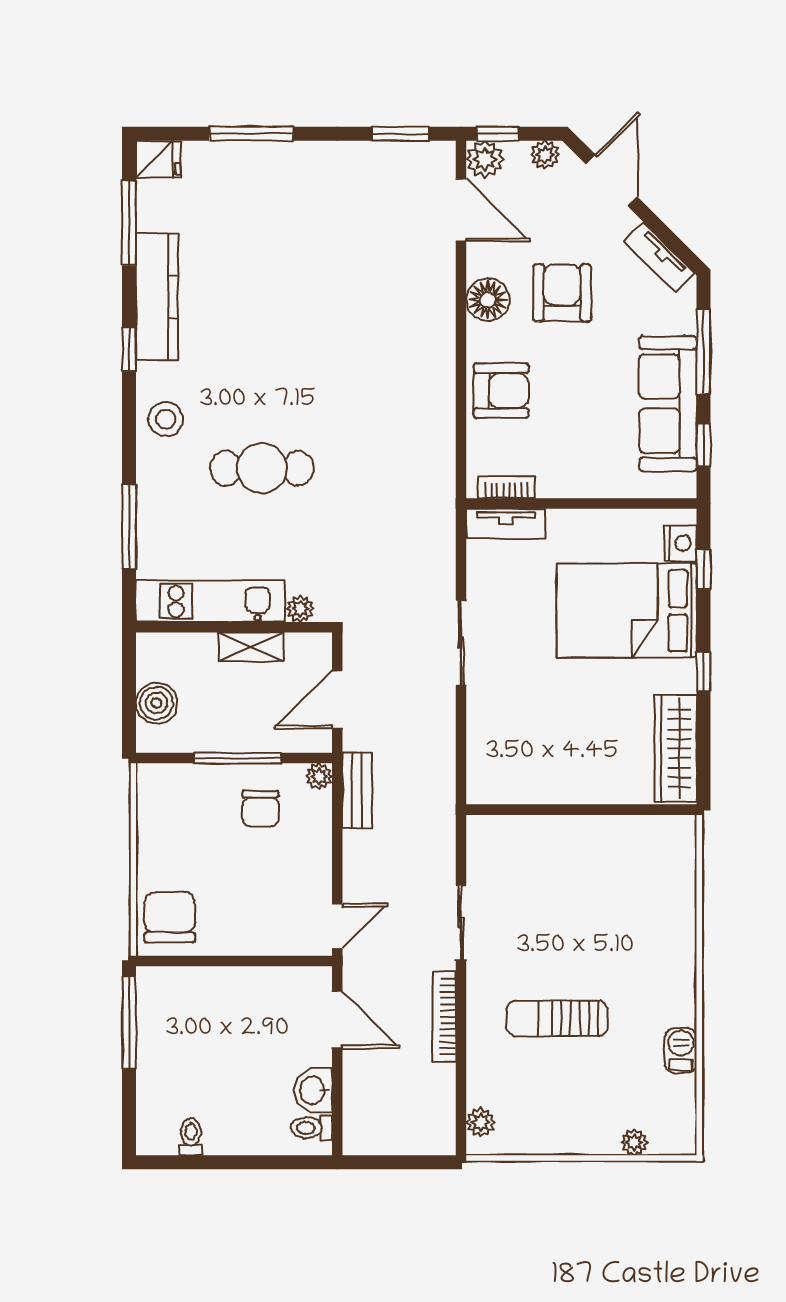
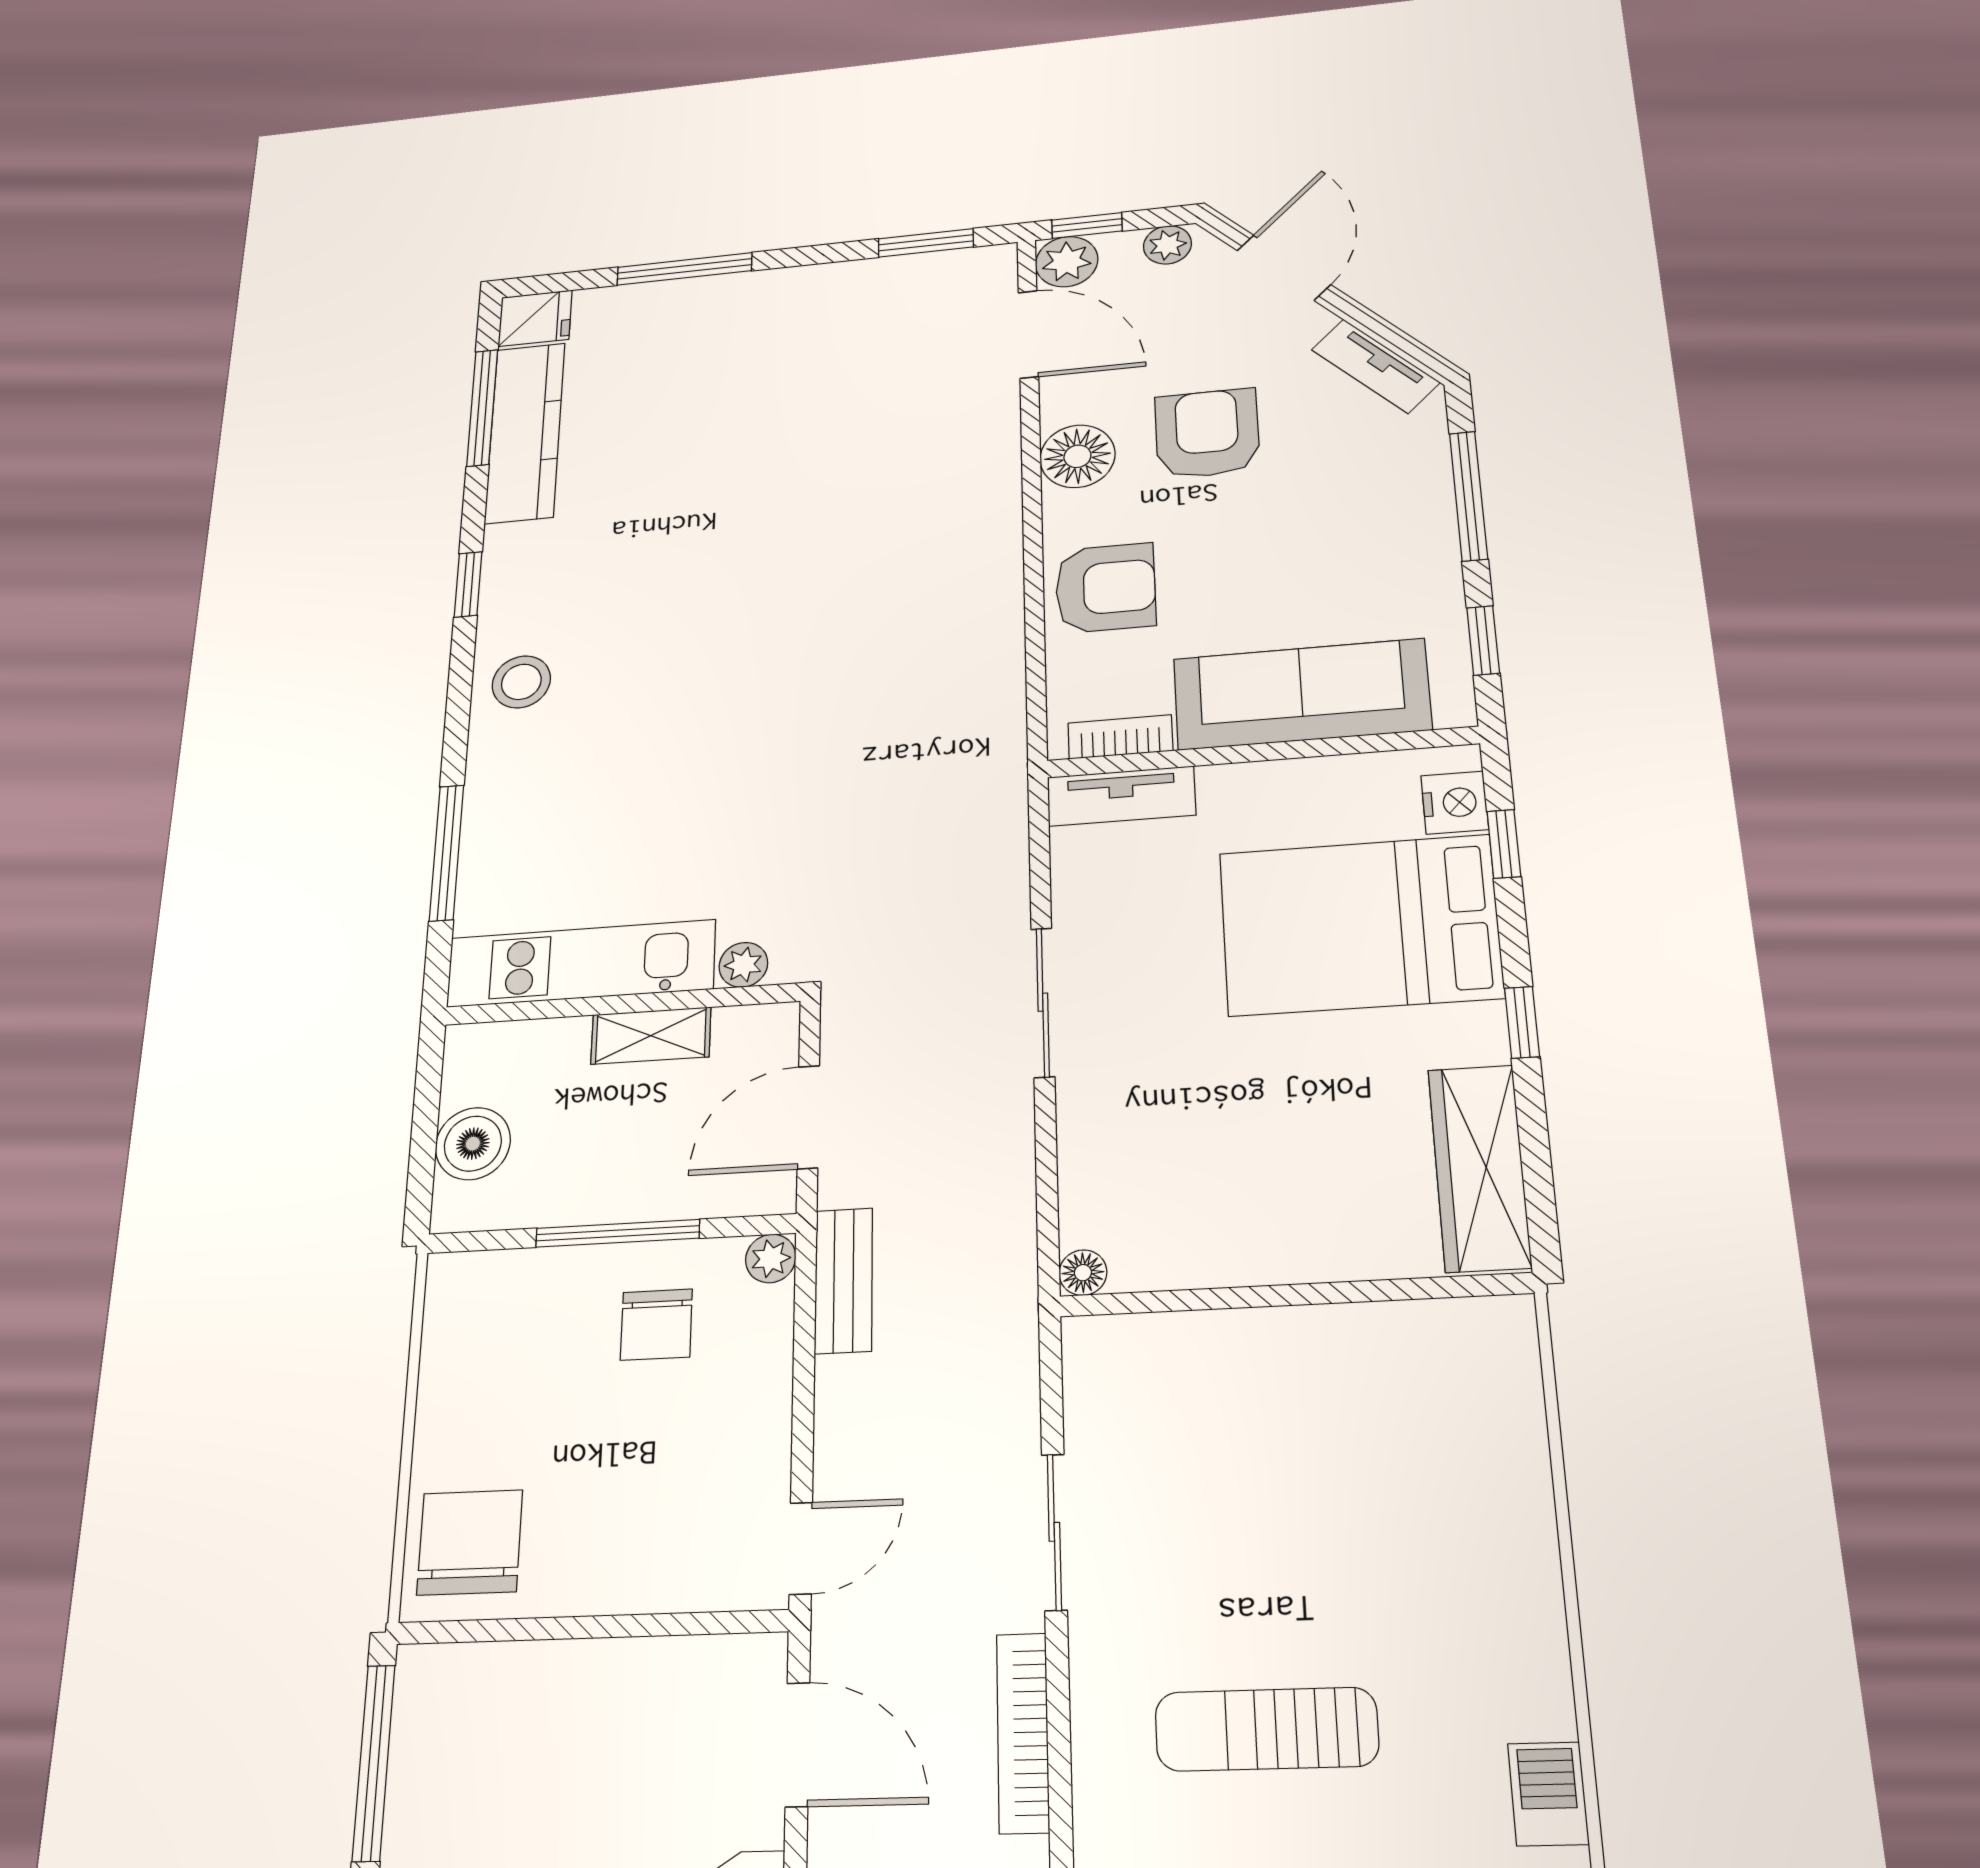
kitchen counter: (157, 297) -> (525, 432), moved
sofa: (668, 404) -> (1301, 694), moved, turned 90
cafe table: (262, 468) -> (683, 743), removed
floor lamp: (478, 793) -> (1083, 1273), added

